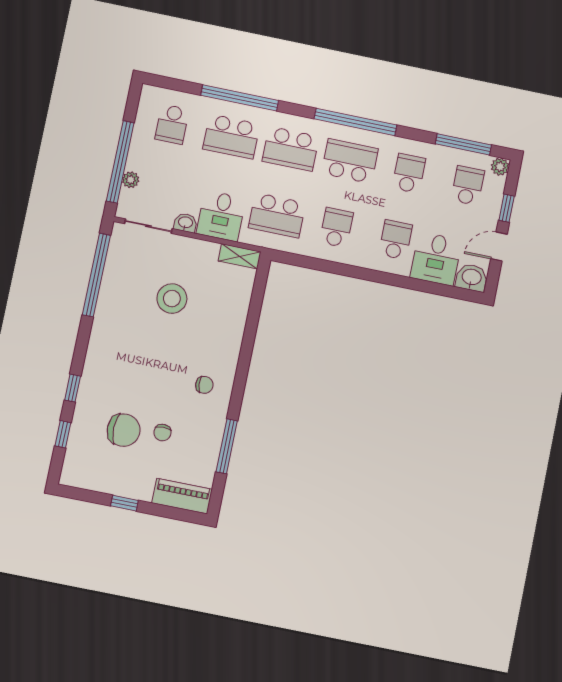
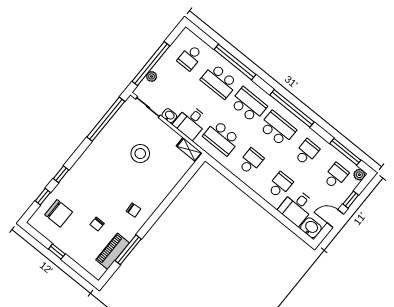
school desk: (291, 149) -> (248, 105), turned 180
chair: (124, 430) -> (59, 213), moved
piano: (182, 496) -> (113, 251), moved, turned -90

